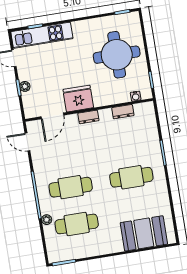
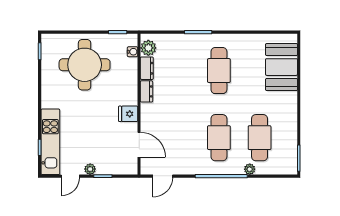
plant: (25, 86) -> (90, 169), moved
fridge: (78, 99) -> (128, 114), width x0.53, depth x0.75
plant: (141, 110) -> (148, 48), added
dresser: (88, 117) -> (146, 91), moved

